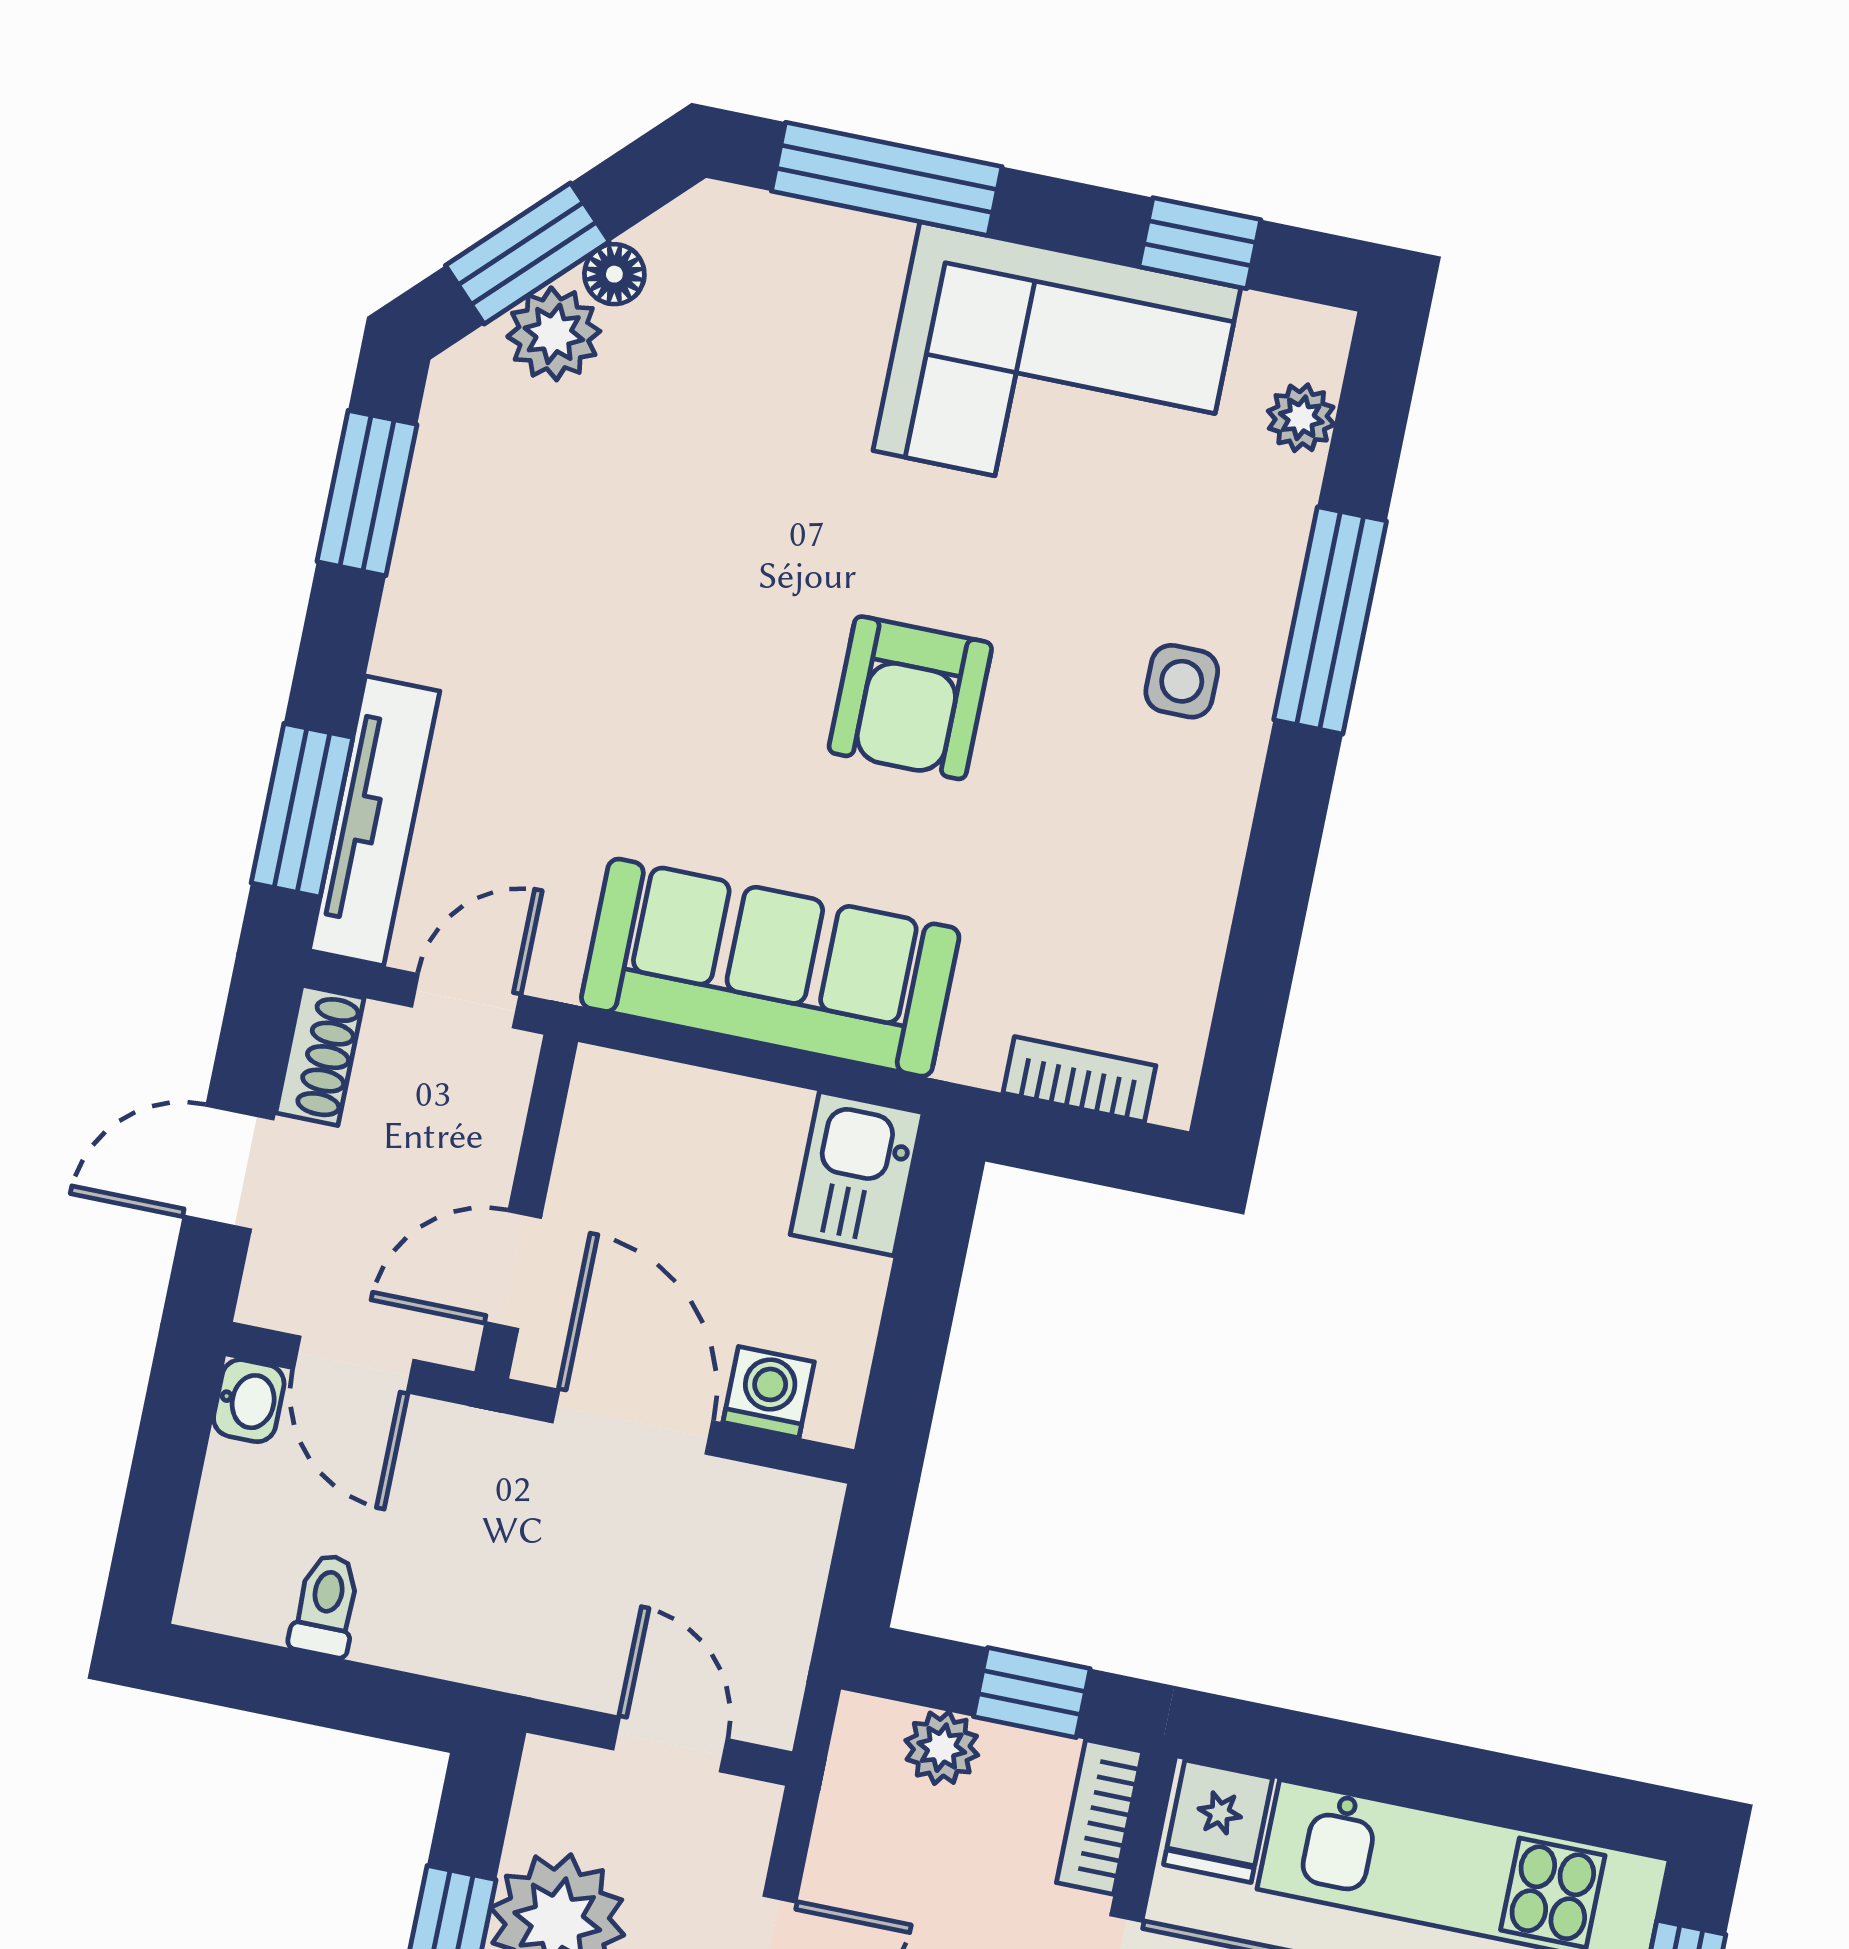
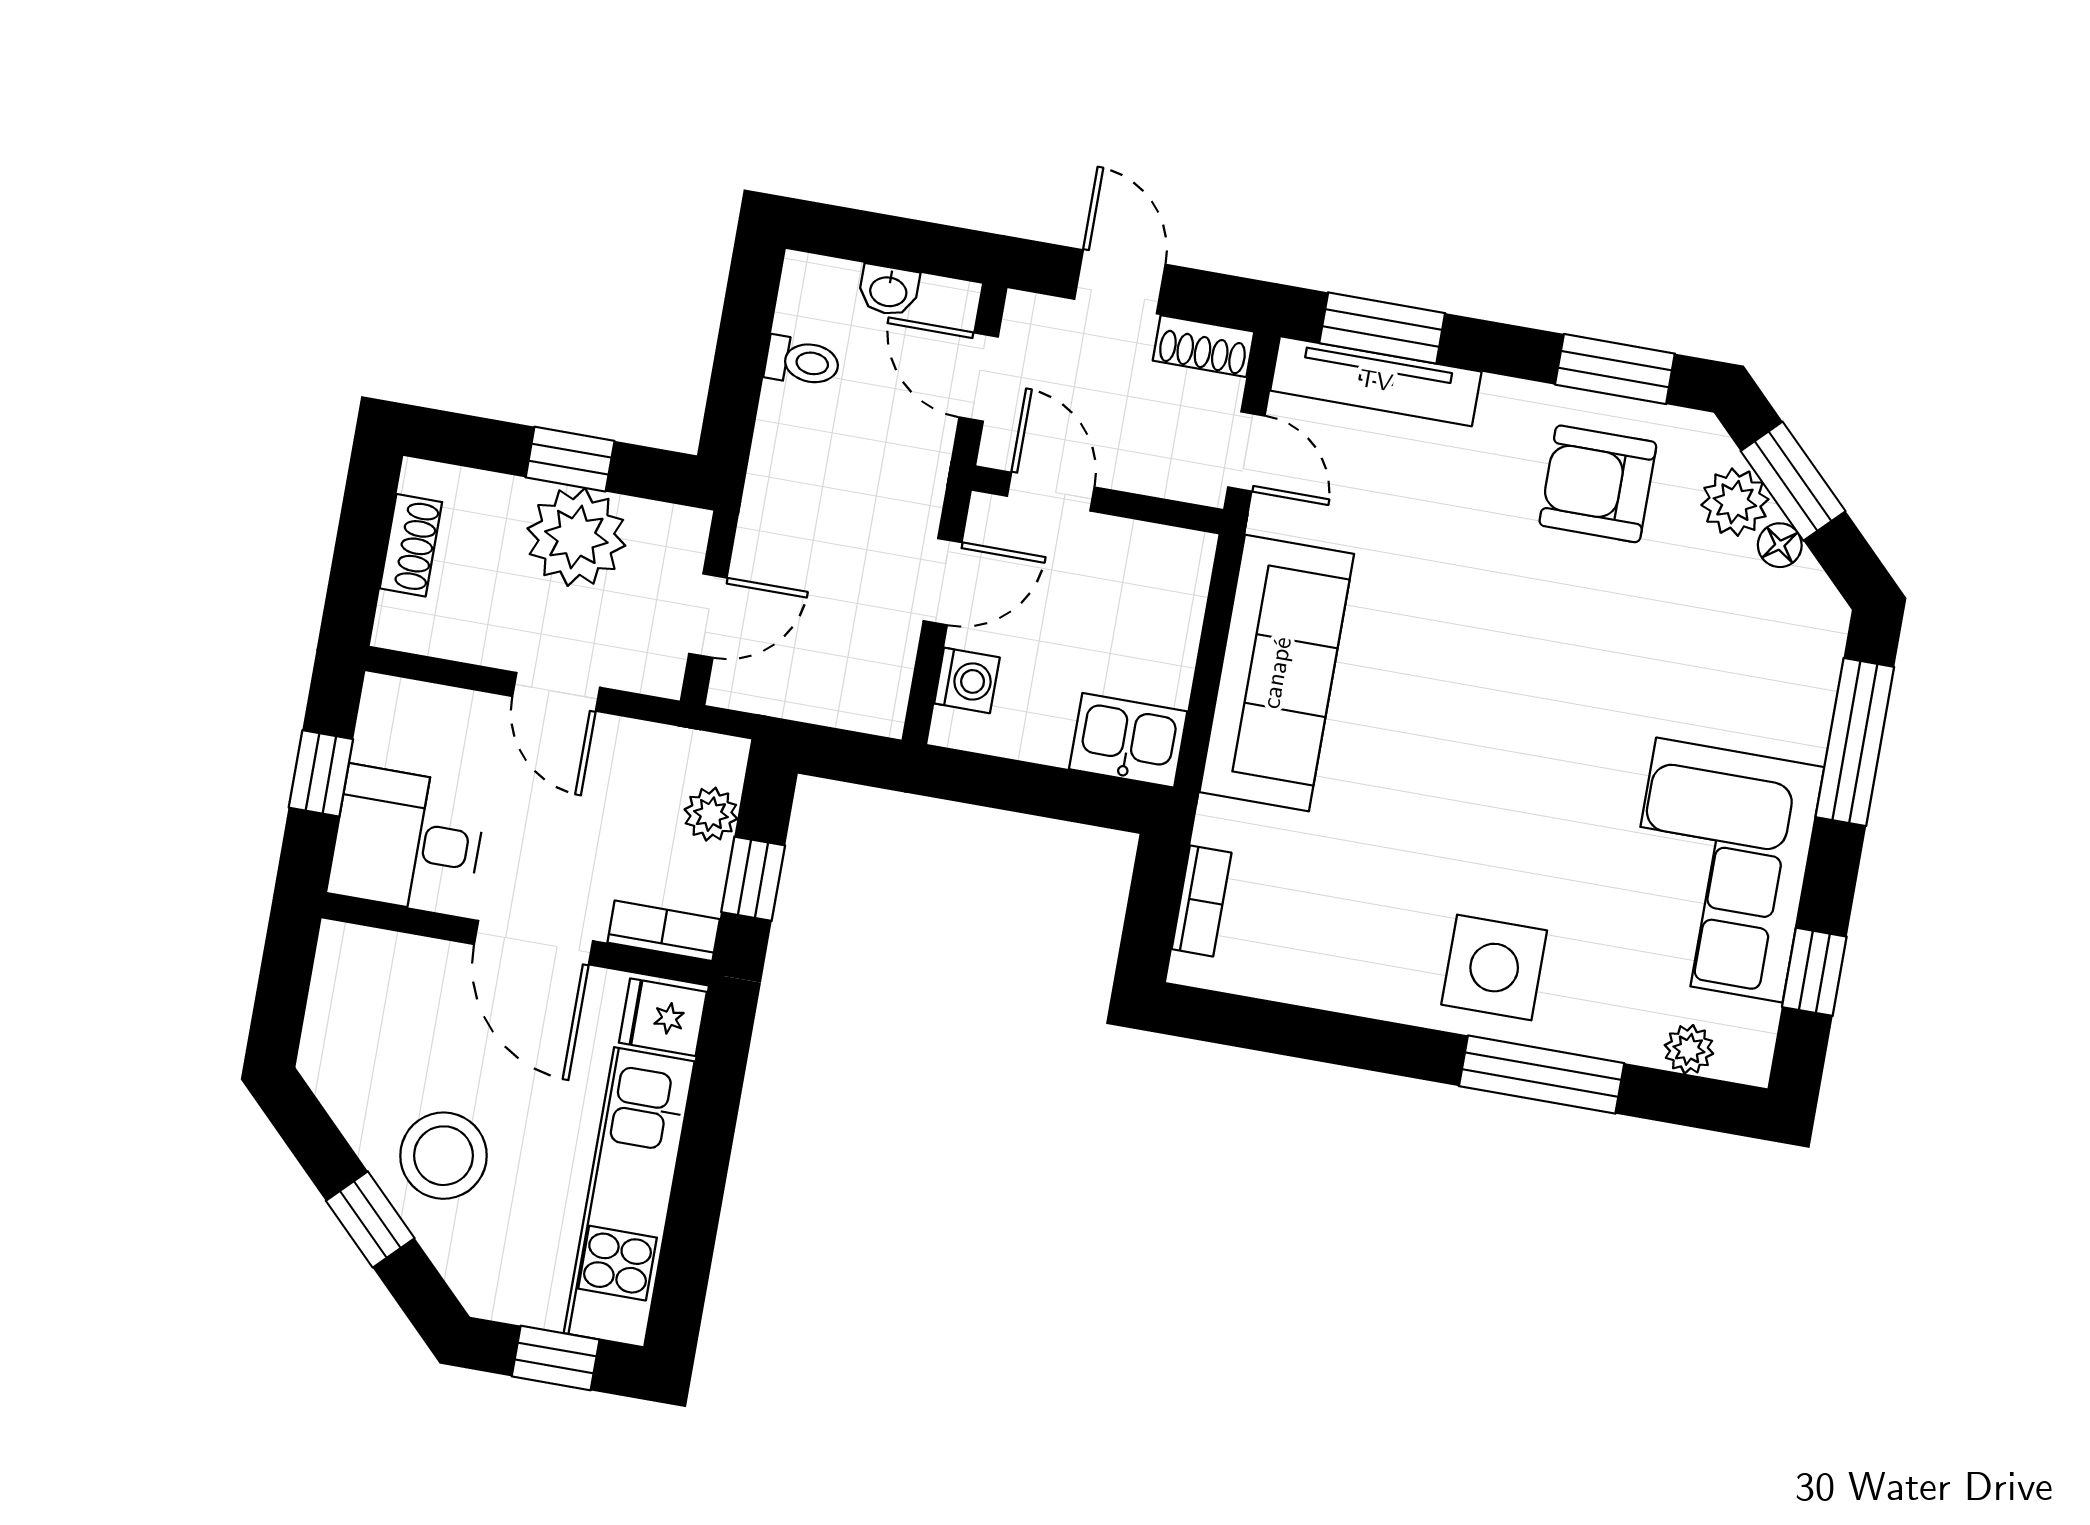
side table: (1182, 681) -> (1494, 968), width x1.87, depth x1.87
armchair: (910, 698) -> (1598, 484), moved
door: (354, 1364) -> (979, 377), hinge flipped
washbasin: (249, 1401) -> (889, 290), moved
door: (632, 1422) -> (943, 582), width x0.73

